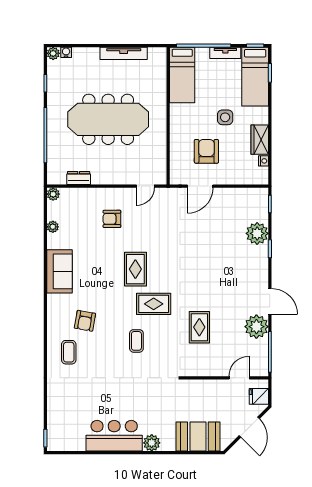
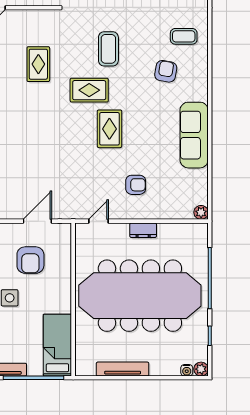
meeting table: (108, 119) -> (140, 296), width x1.36, depth x1.27
dresser: (79, 178) -> (143, 230), moved
plant: (53, 227) -> (202, 176), removed
sofa: (59, 271) -> (194, 135), width x1.36
coffee table: (136, 341) -> (108, 49), width x1.36, depth x1.30
coffee table: (69, 352) -> (184, 36), turned 90

